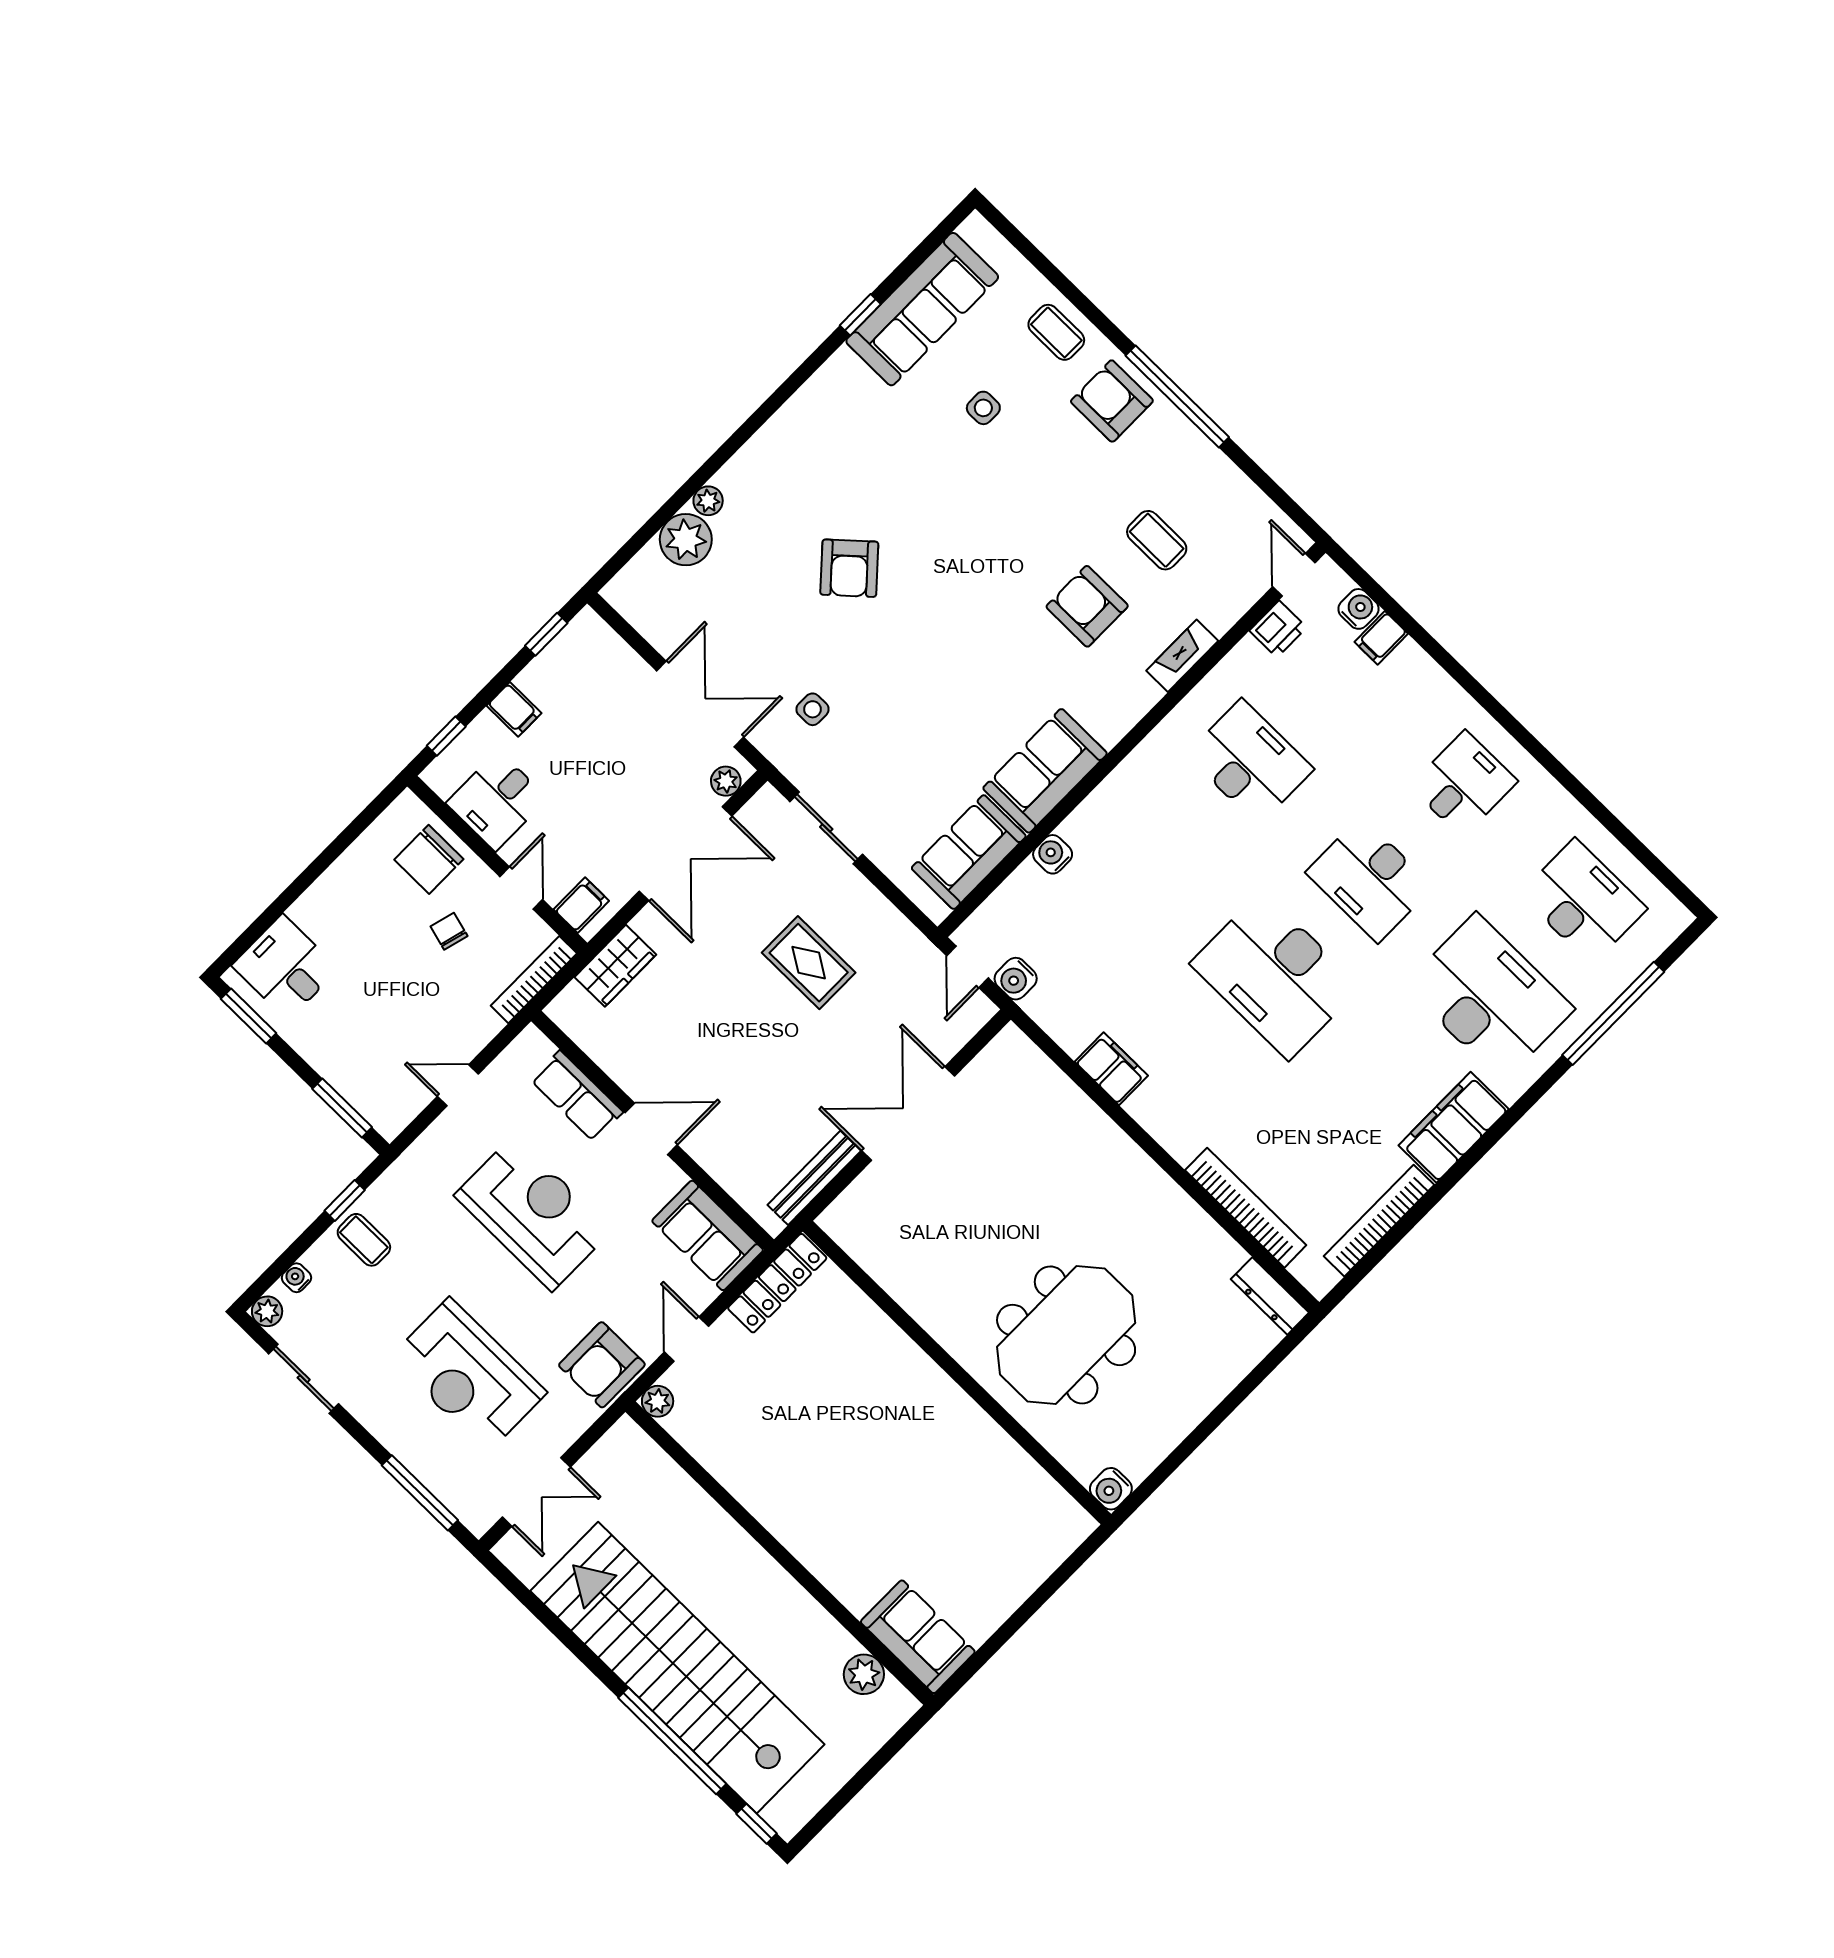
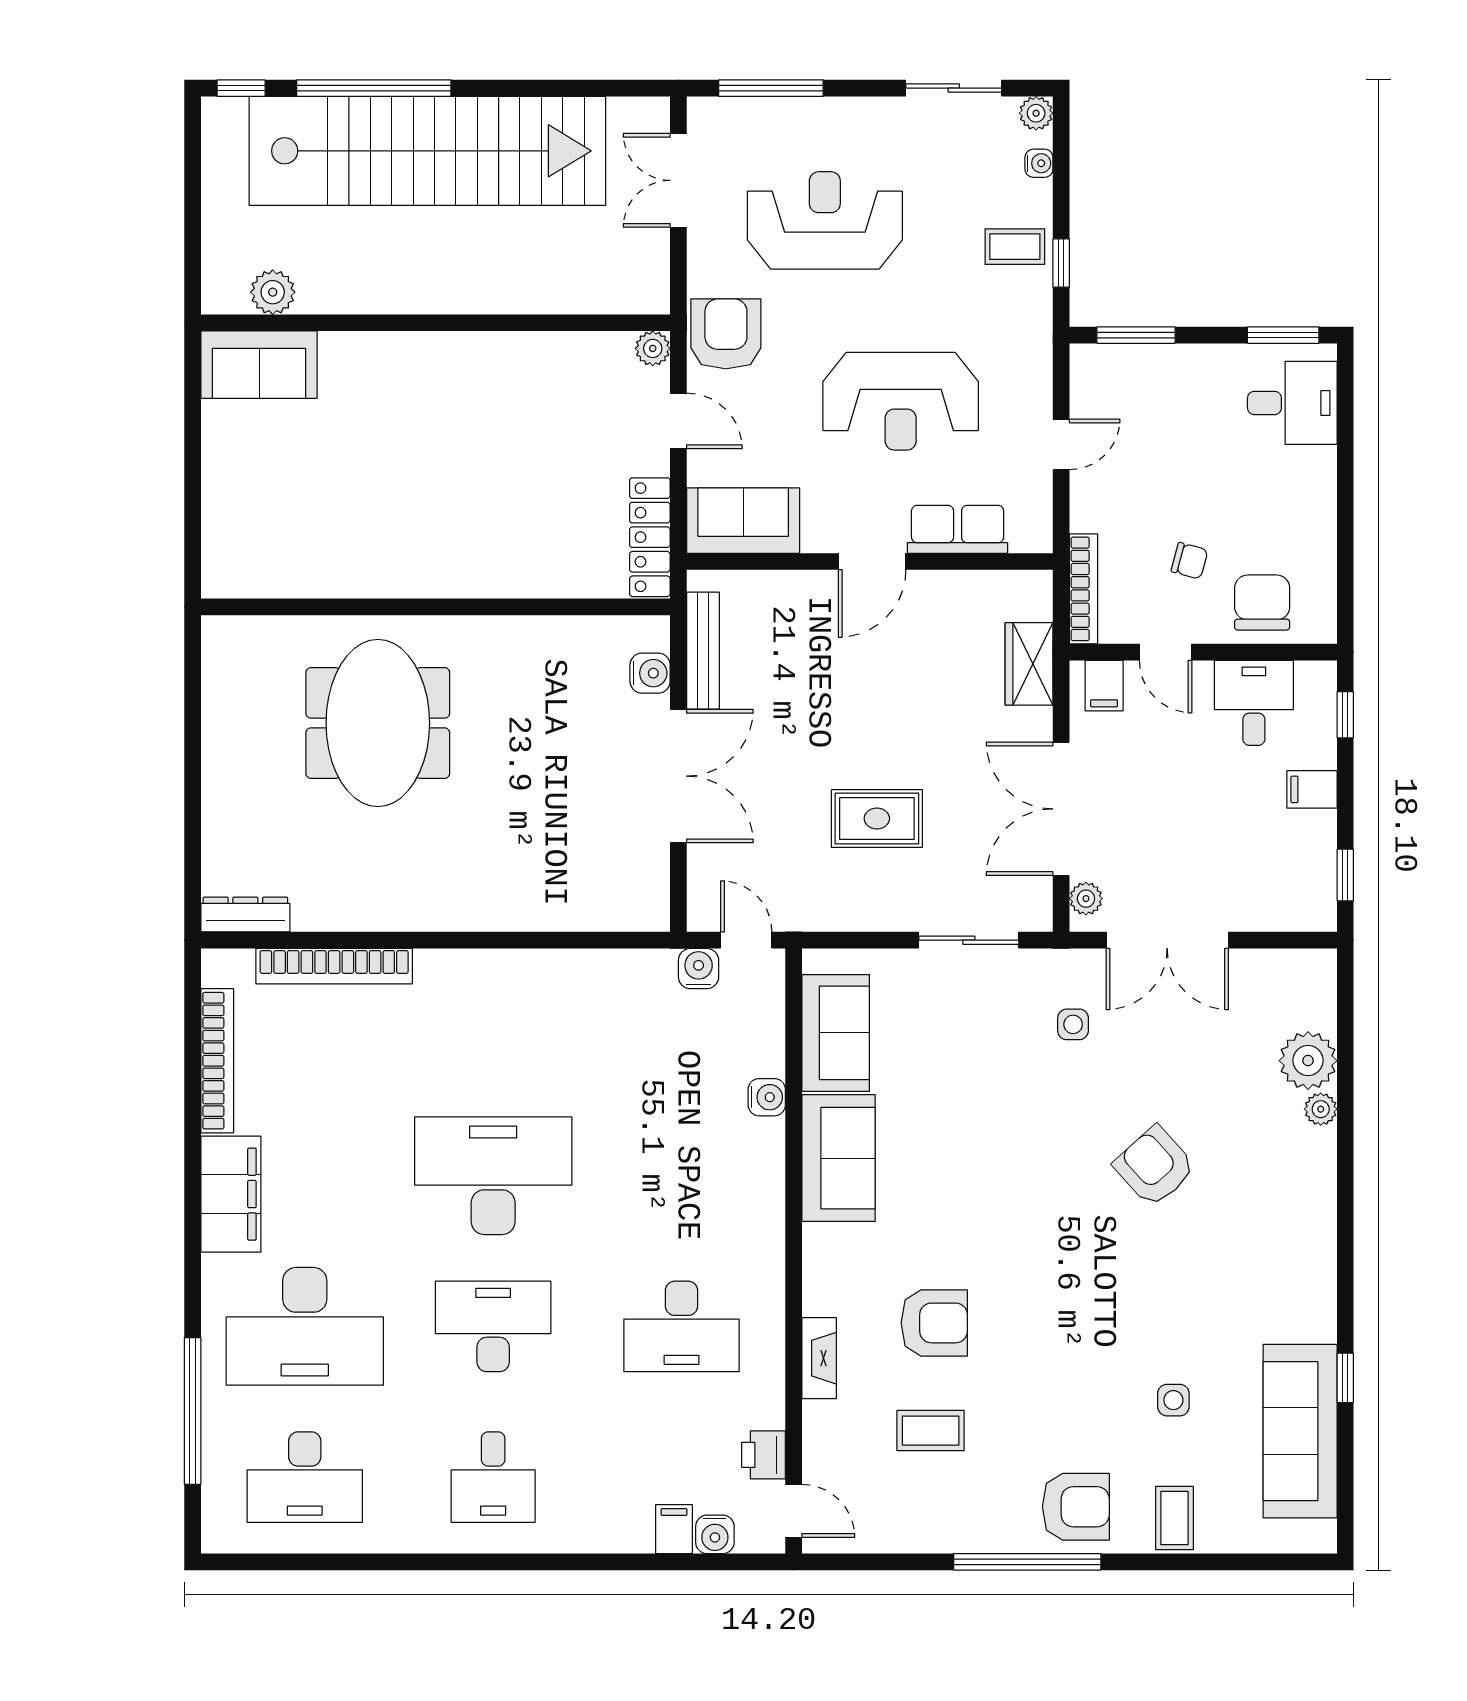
coffee table: (1056, 332) -> (1174, 1518), turned 90
filing cabinet: (1111, 1069) -> (551, 972), removed
water cooler: (1111, 1489) -> (650, 673), moved, turned 90

